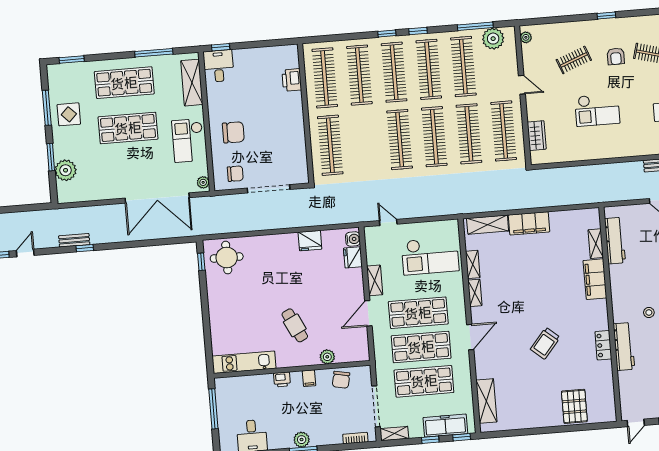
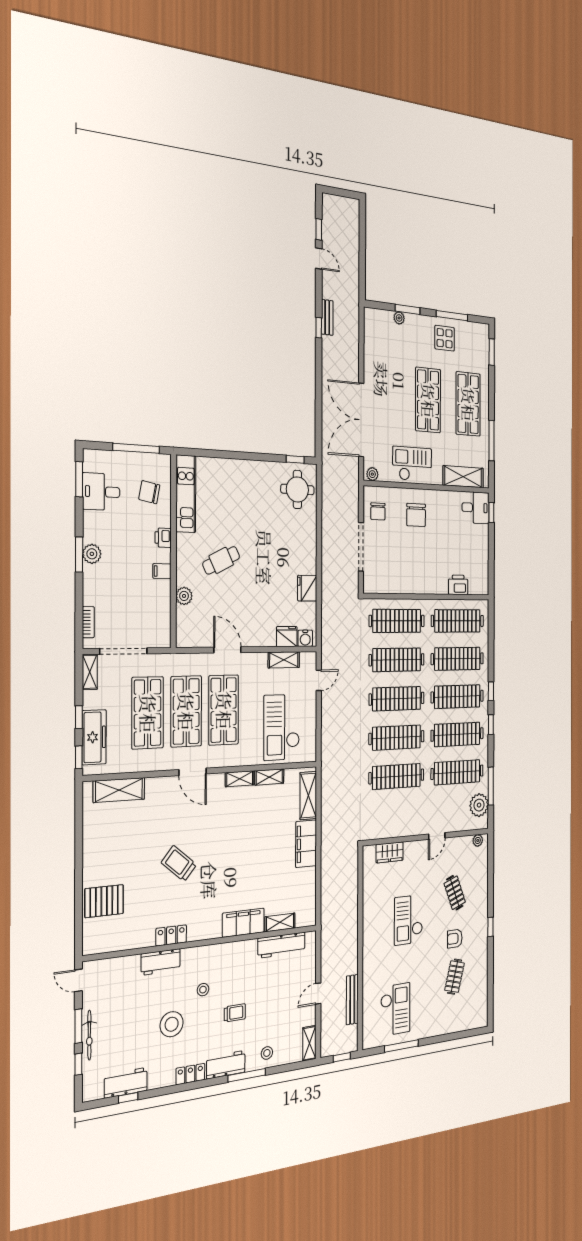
clothes rail: (504, 131) -> (397, 660), moved
plant: (66, 170) -> (399, 318), width x0.53, depth x0.53
shelving: (375, 280) -> (284, 660), moved
workbench: (624, 347) -> (161, 962), width x0.73
chair: (341, 380) -> (149, 492), moved

